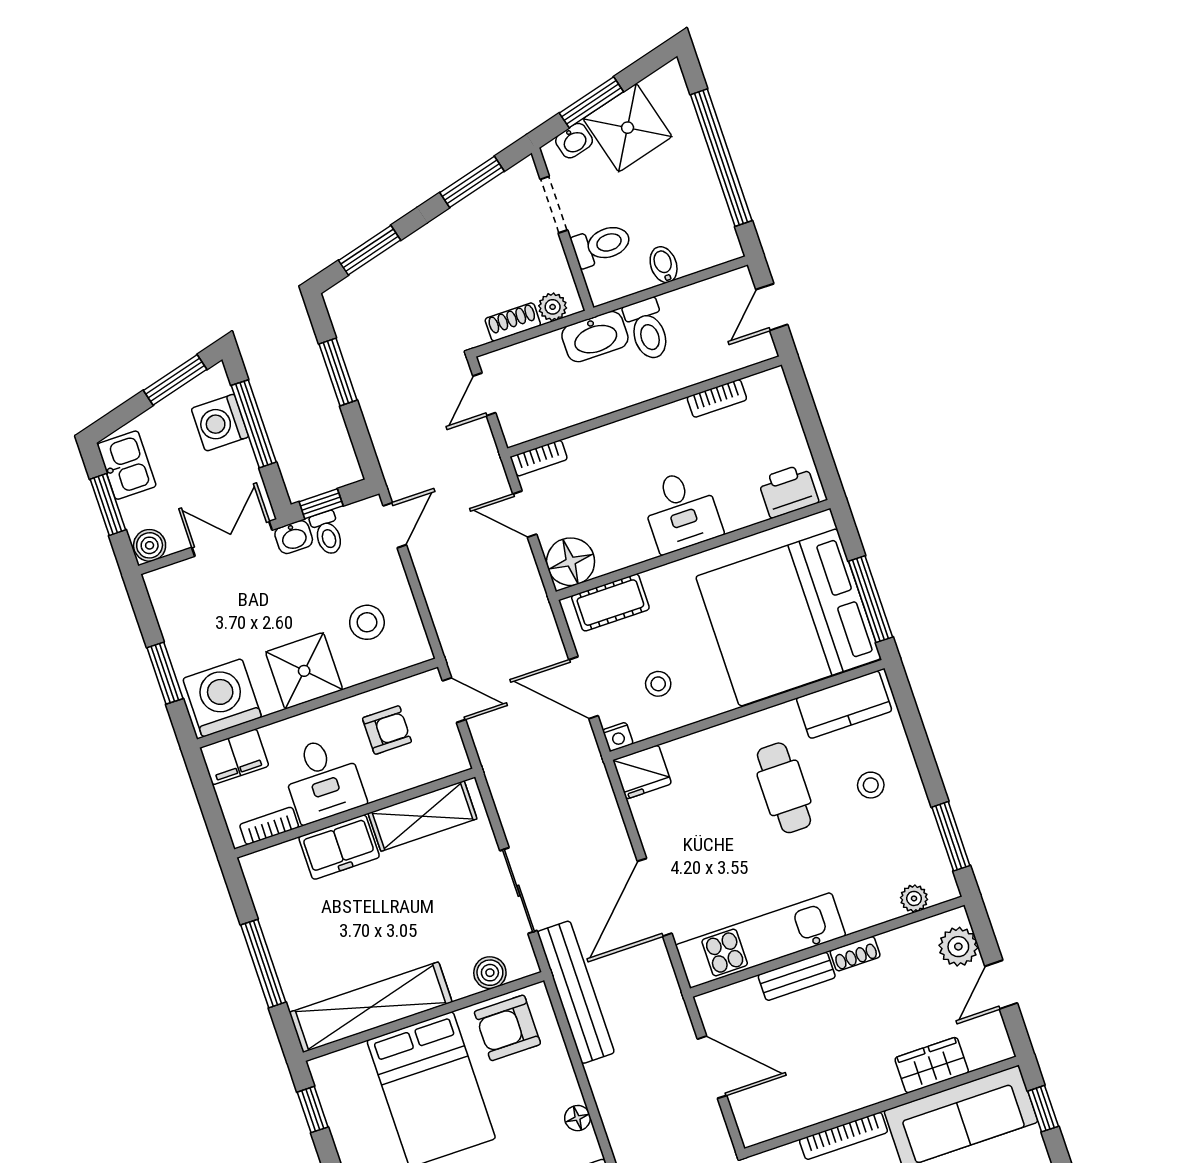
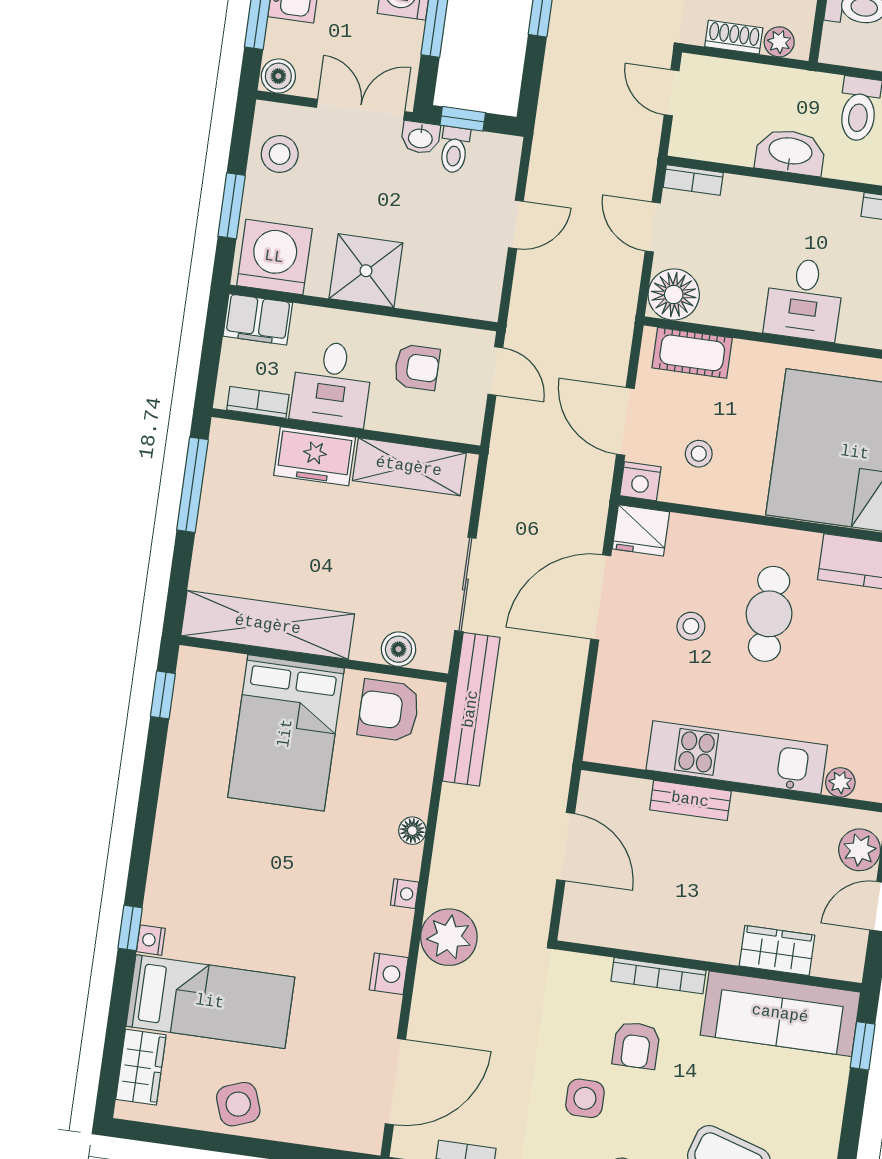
washbasin: (595, 337) -> (790, 152), moved, turned 180
door: (484, 394) -> (672, 93), hinge flipped
door: (395, 525) -> (516, 224), moved
stool: (367, 622) -> (280, 154), moved
nightstand: (618, 737) -> (640, 481), width x1.39, depth x1.35
stool: (871, 785) -> (691, 626), moved
door: (655, 897) -> (601, 597), moved
kitchen unit: (761, 940) -> (737, 758), moved
shoe rack: (855, 954) -> (757, 807), removed
window: (263, 964) -> (192, 485), moved

